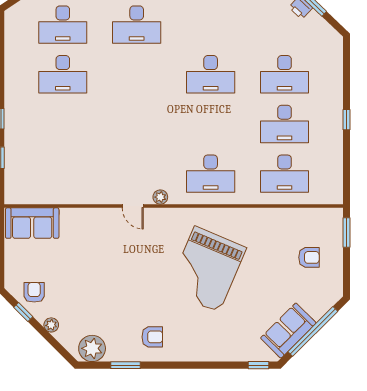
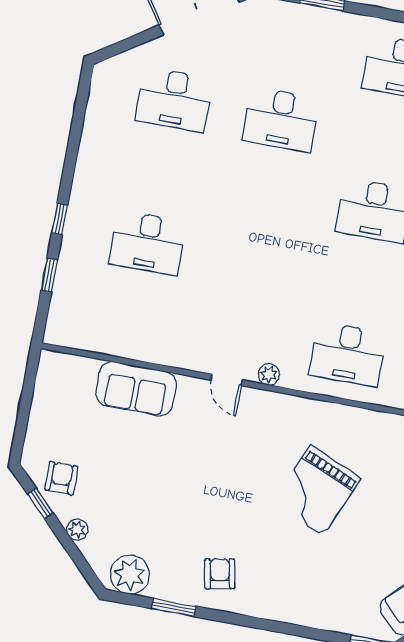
desk: (63, 74) -> (148, 243), moved
sofa: (32, 223) -> (136, 389), moved
grand piano: (207, 269) -> (317, 491), width x0.73, depth x0.68
armchair: (152, 337) -> (220, 574), turned -101

